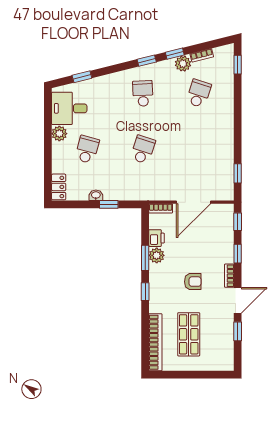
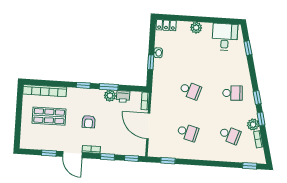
plant: (59, 134) -> (196, 28), moved
school desk: (87, 149) -> (188, 132), moved

